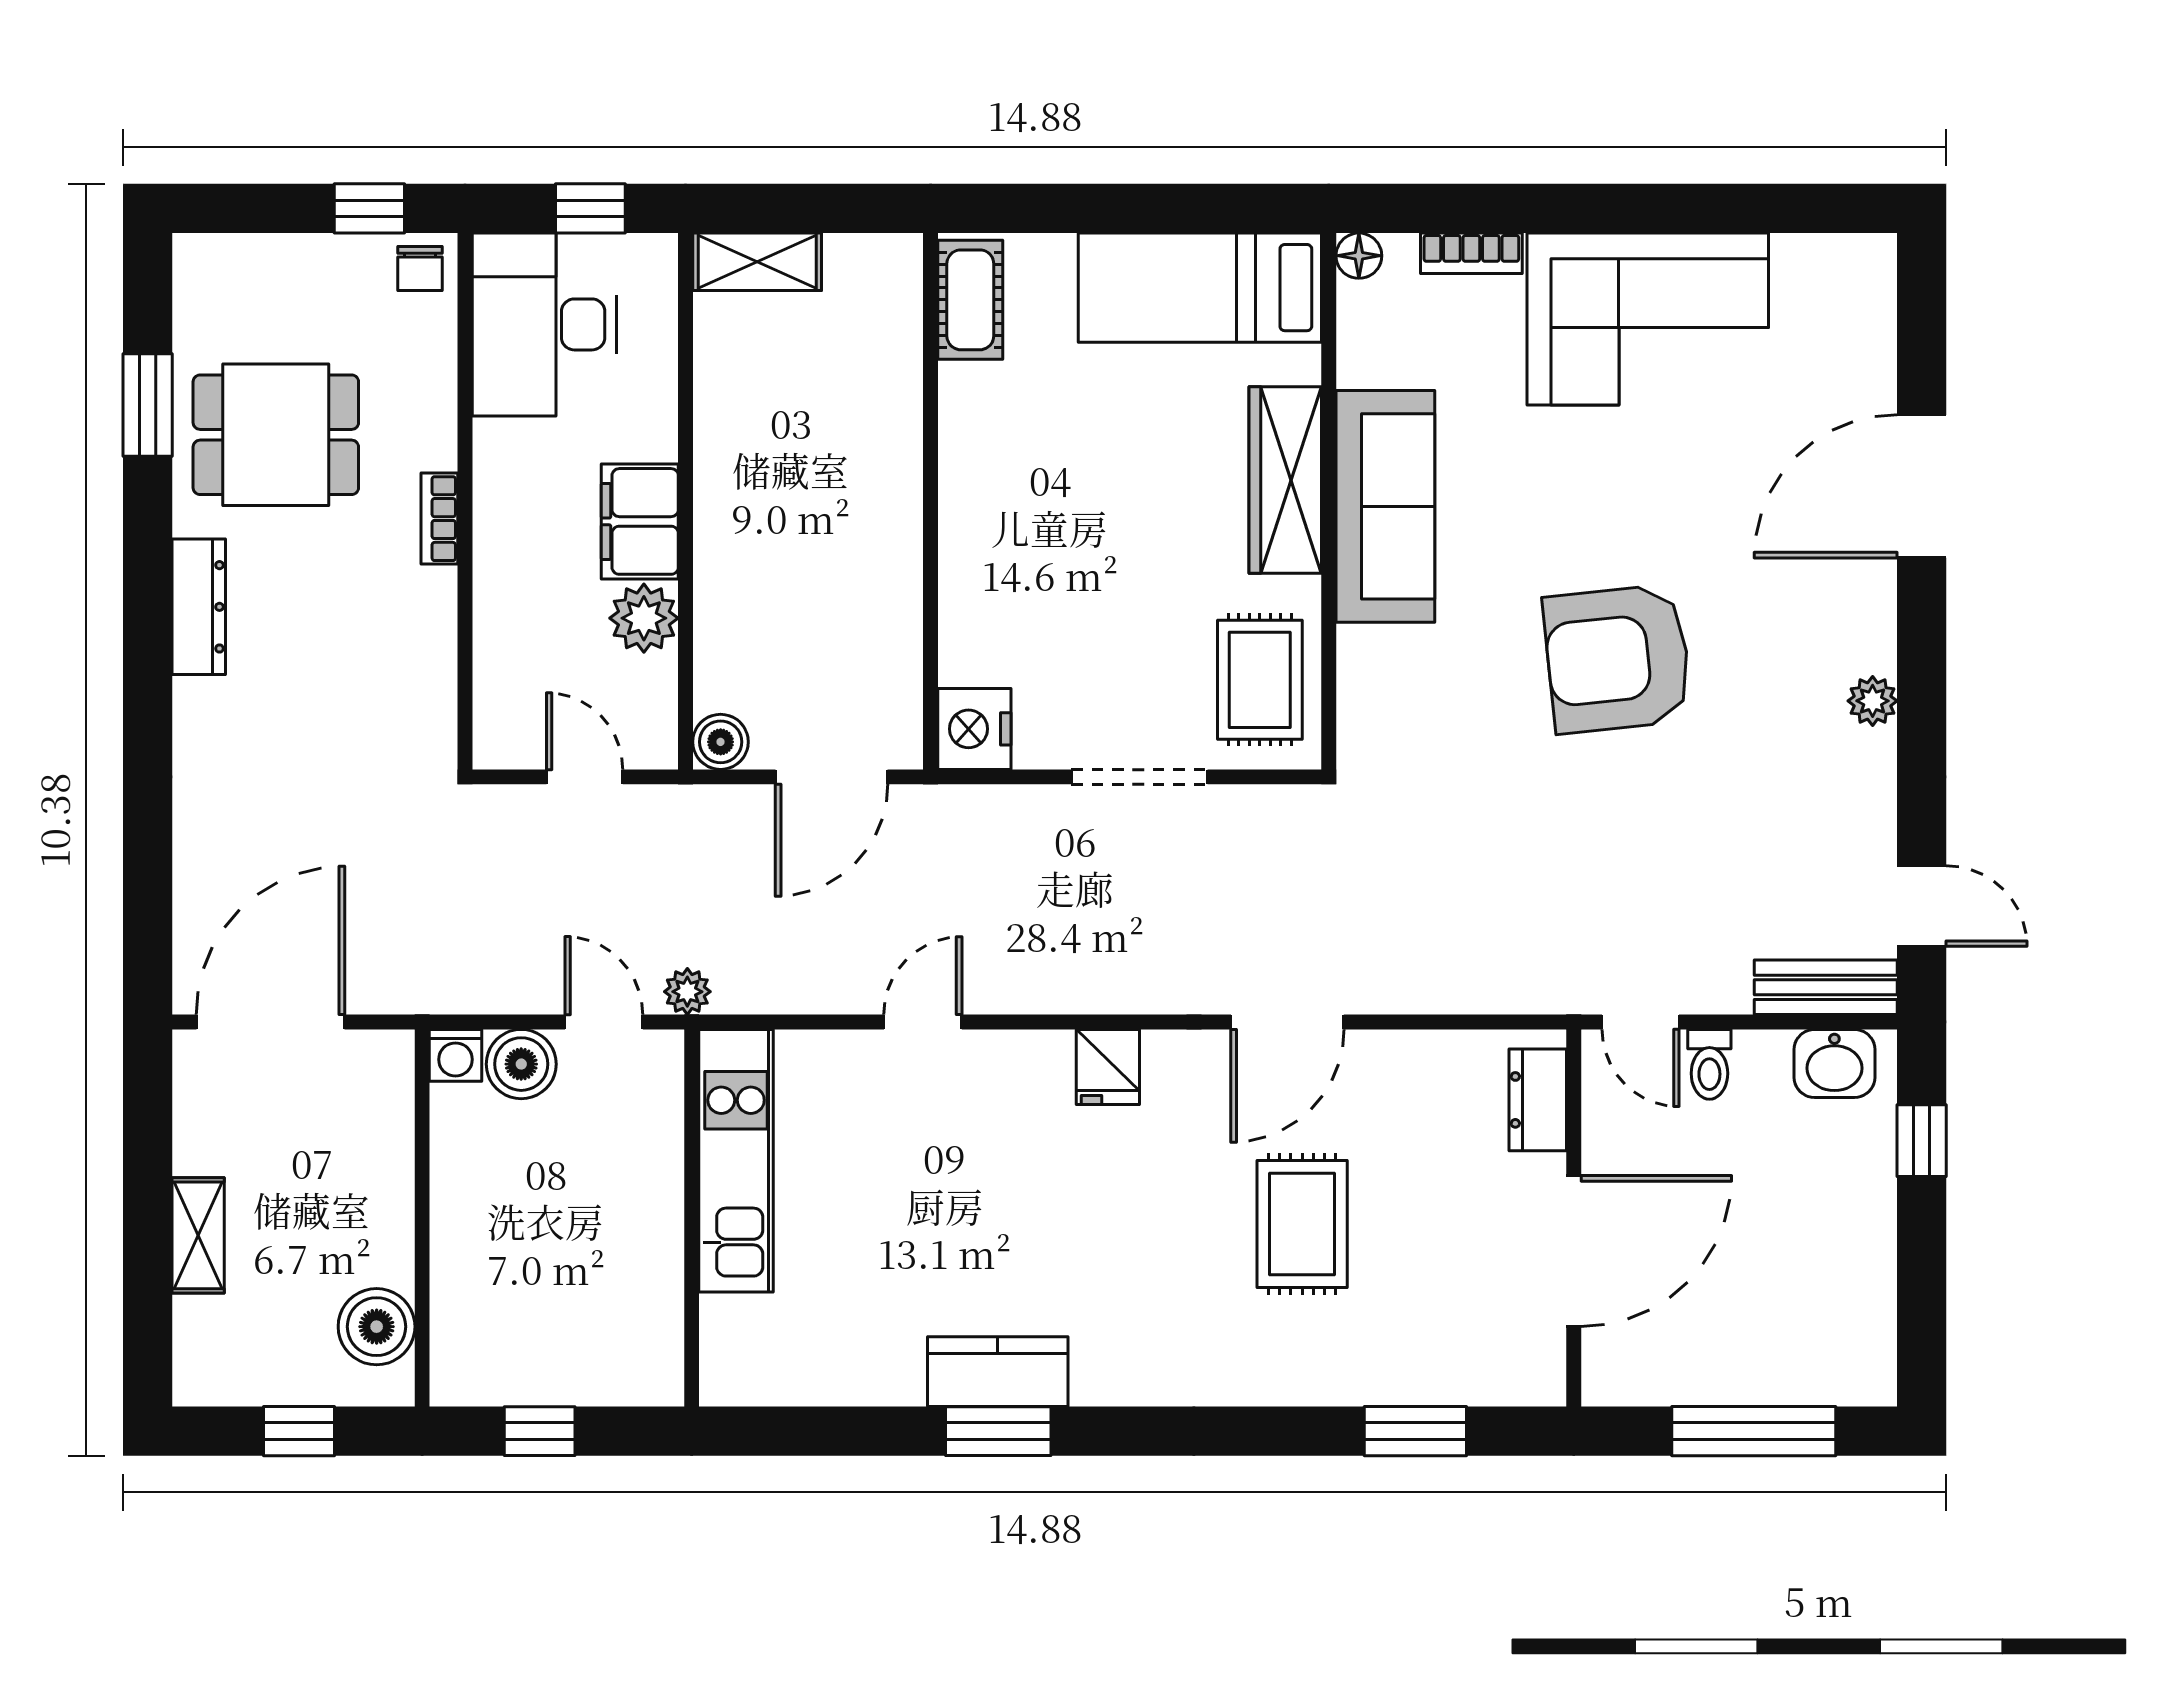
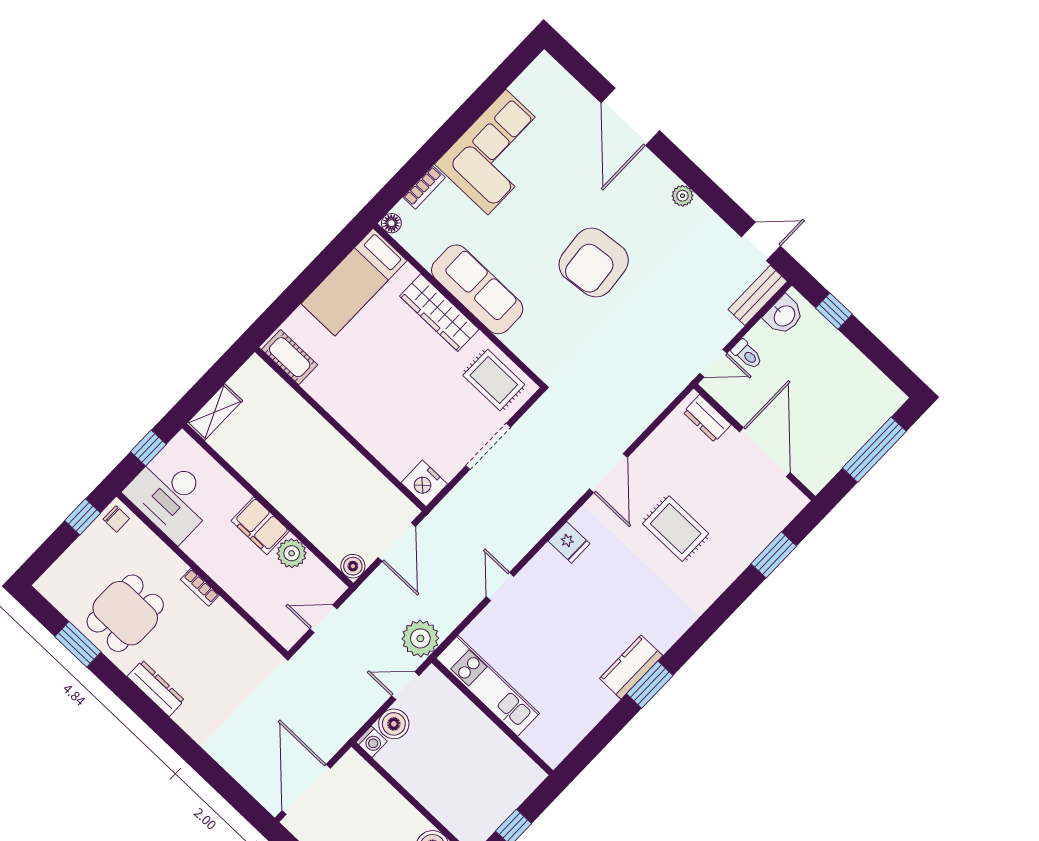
plant: (687, 992) -> (420, 638), width x1.88, depth x1.88

